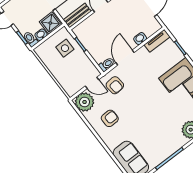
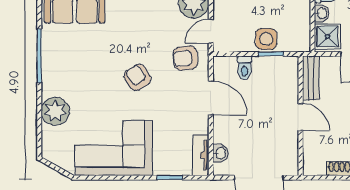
washbasin: (140, 39) -> (220, 153), moved
side table: (65, 48) -> (266, 39), moved
toilet: (107, 64) -> (244, 68), moved
armchair: (110, 118) -> (137, 77), moved, turned 149

